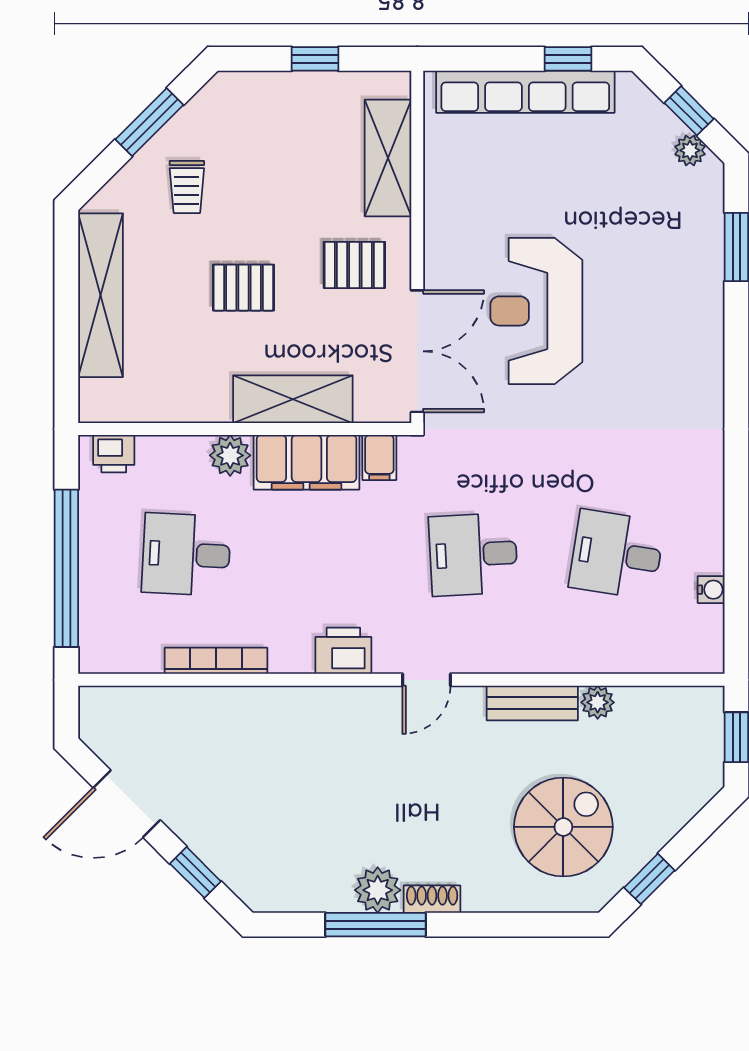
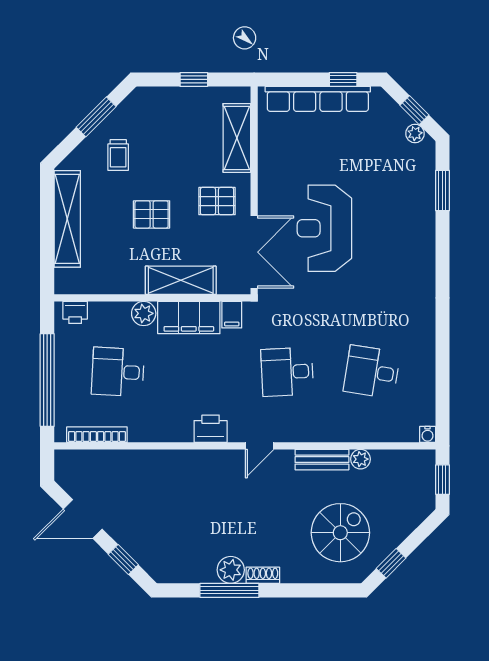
water cooler: (711, 590) -> (428, 434), moved, turned 90
bookcase: (216, 661) -> (97, 435), moved

